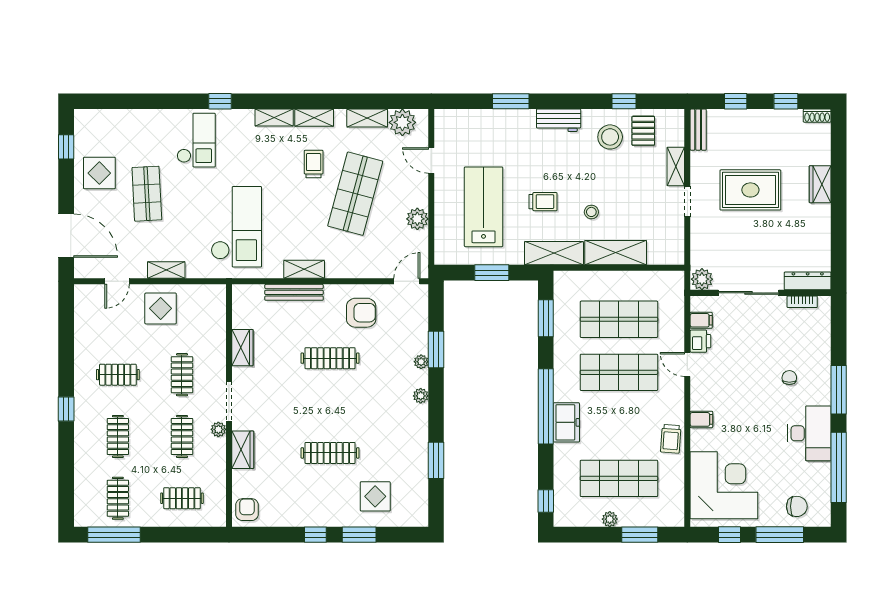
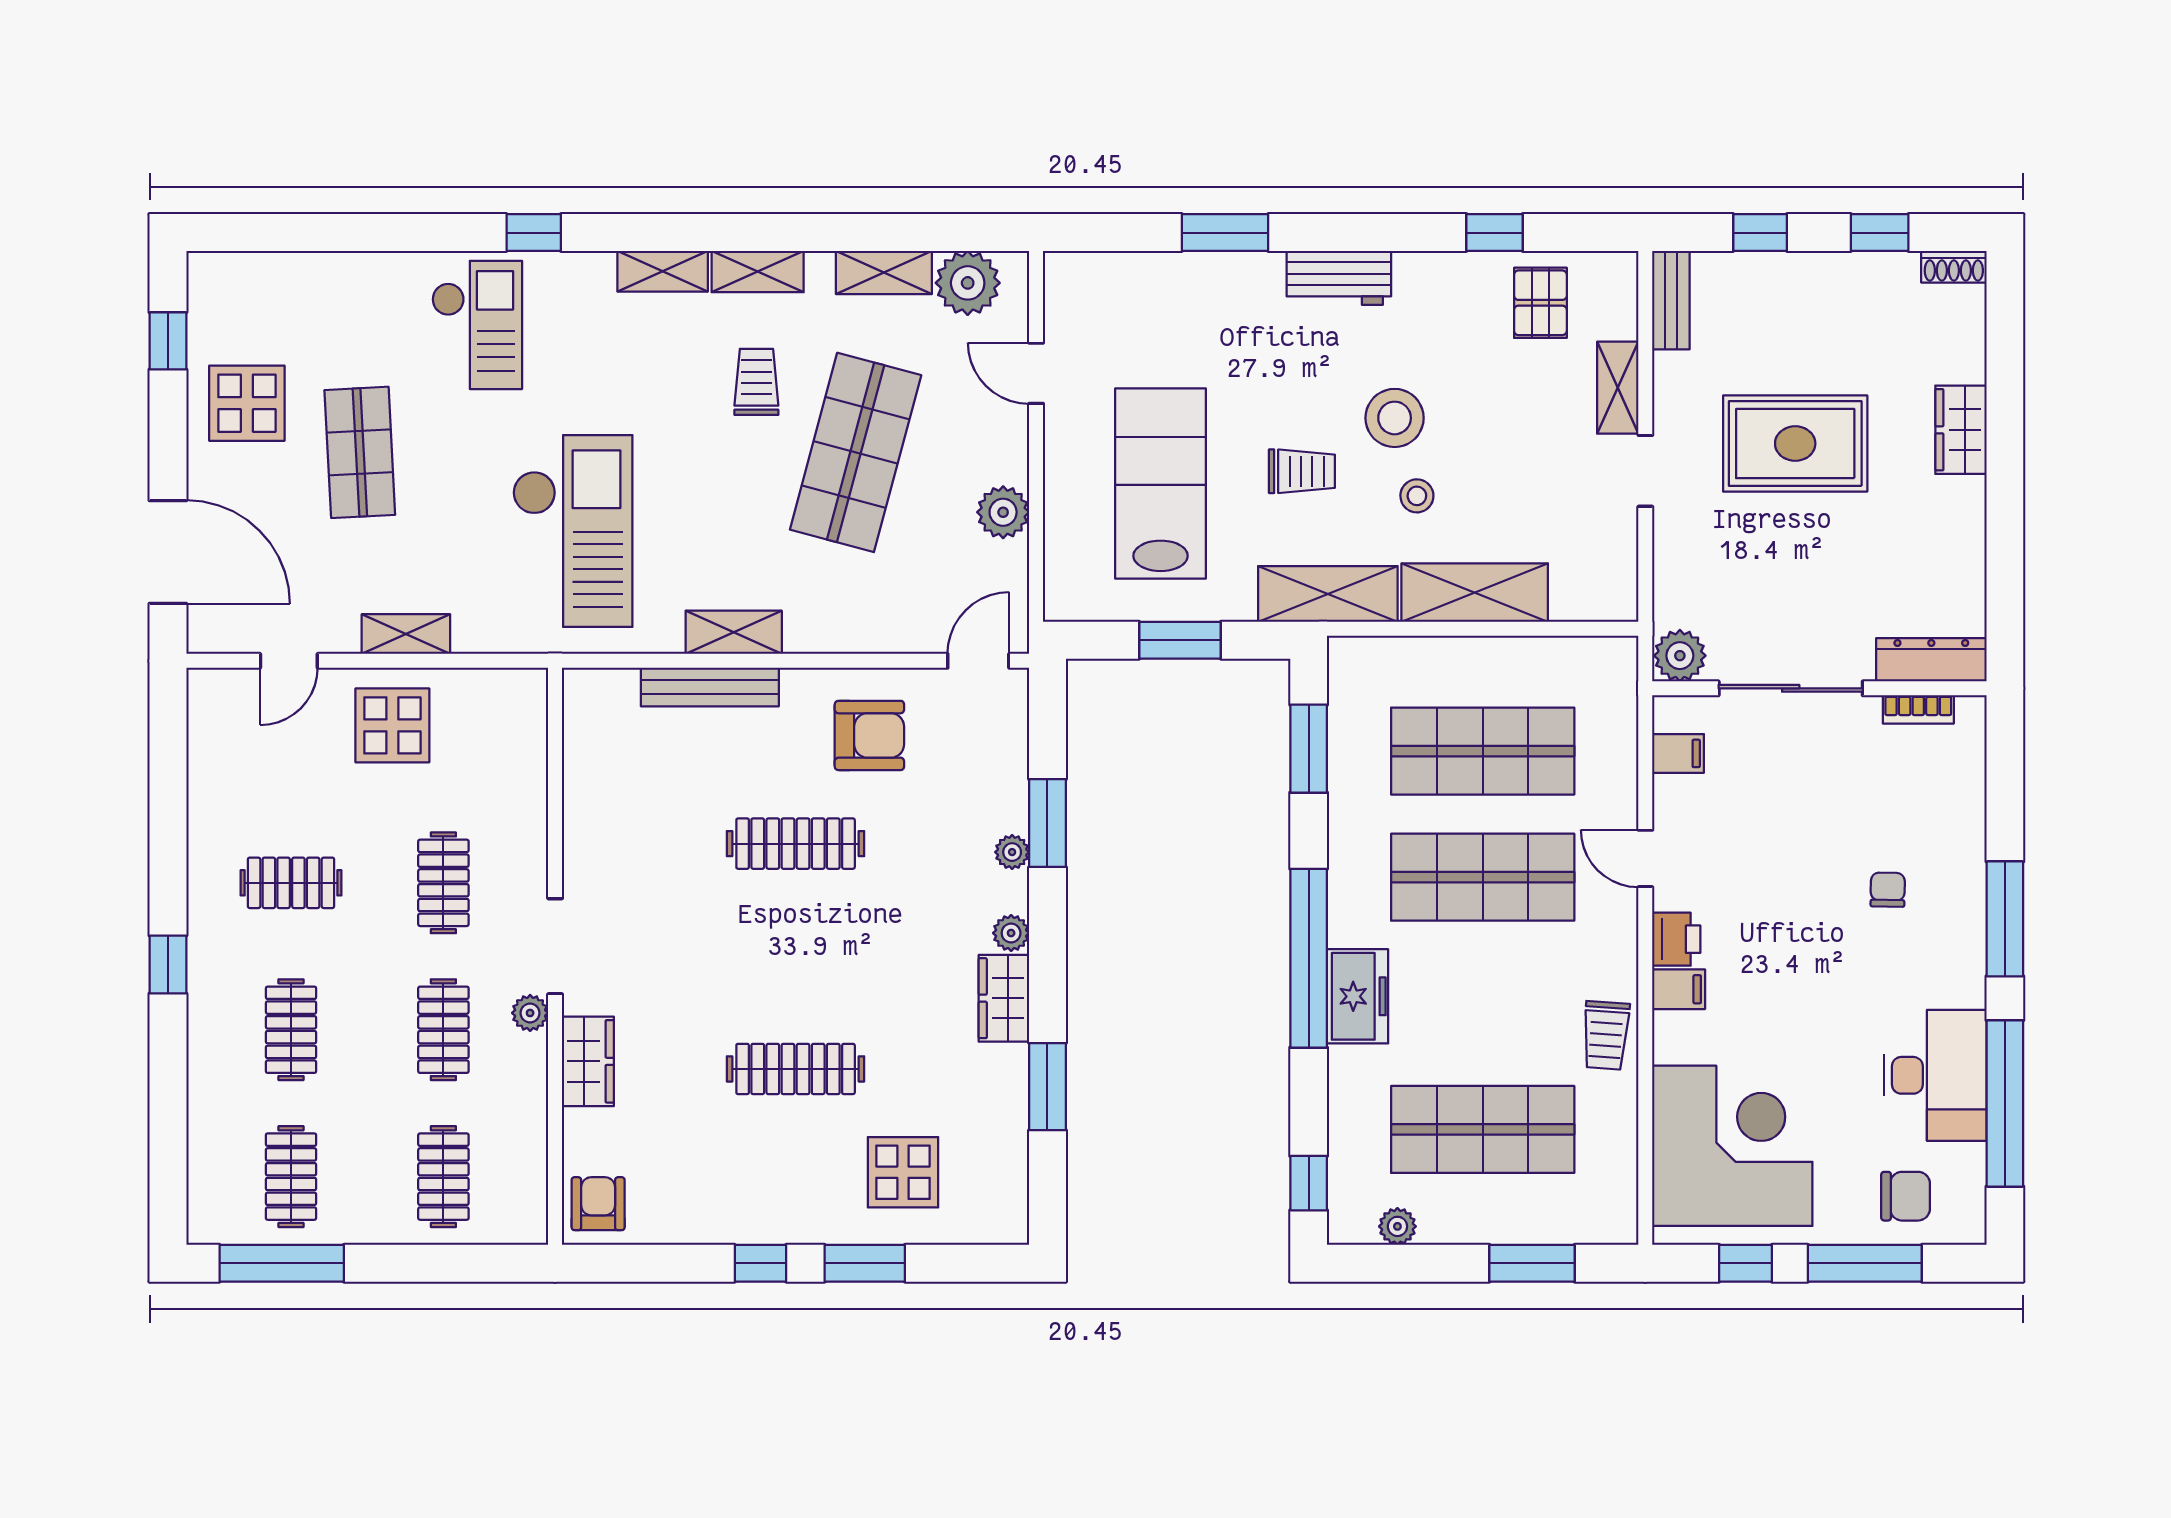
stool: (610, 137) -> (1395, 418), moved
printer: (700, 341) -> (1676, 939), moved
wardrobe: (242, 348) -> (1004, 998), moved, turned 180
desk: (809, 433) -> (1935, 1075), moved
clothes rail: (182, 498) -> (443, 1177), turned 90
plant: (610, 519) -> (1397, 1226), moved

